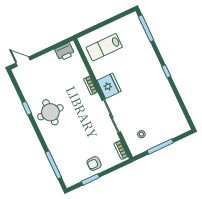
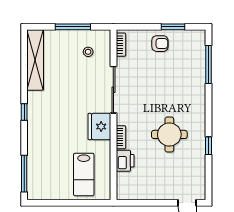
lab bench: (104, 47) -> (84, 174), turned 90
printer: (65, 52) -> (125, 161), moved, turned 90
shelving: (176, 111) -> (35, 60), added
round table: (50, 112) -> (169, 134), moved

